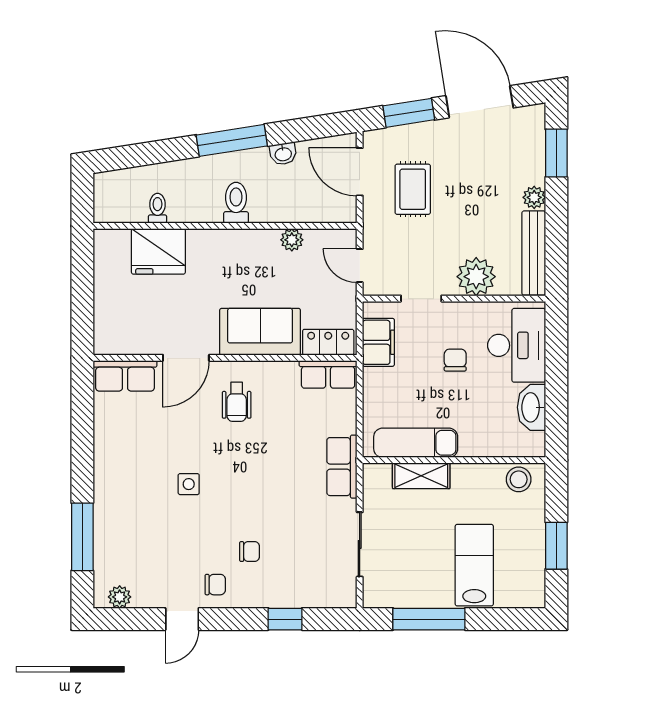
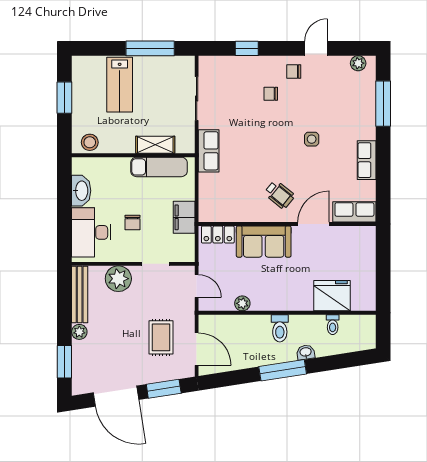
washbasin: (283, 154) -> (306, 352), moved
filing cabinet: (378, 342) -> (184, 217), moved
row of seats: (328, 374) -> (367, 160), moved, turned -90
wheelchair: (237, 402) -> (279, 195), turned 129

